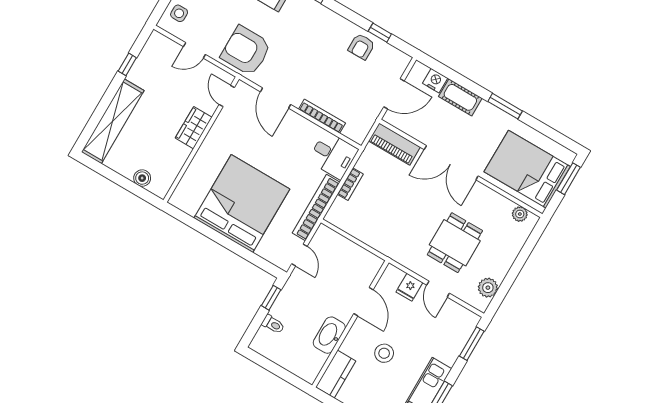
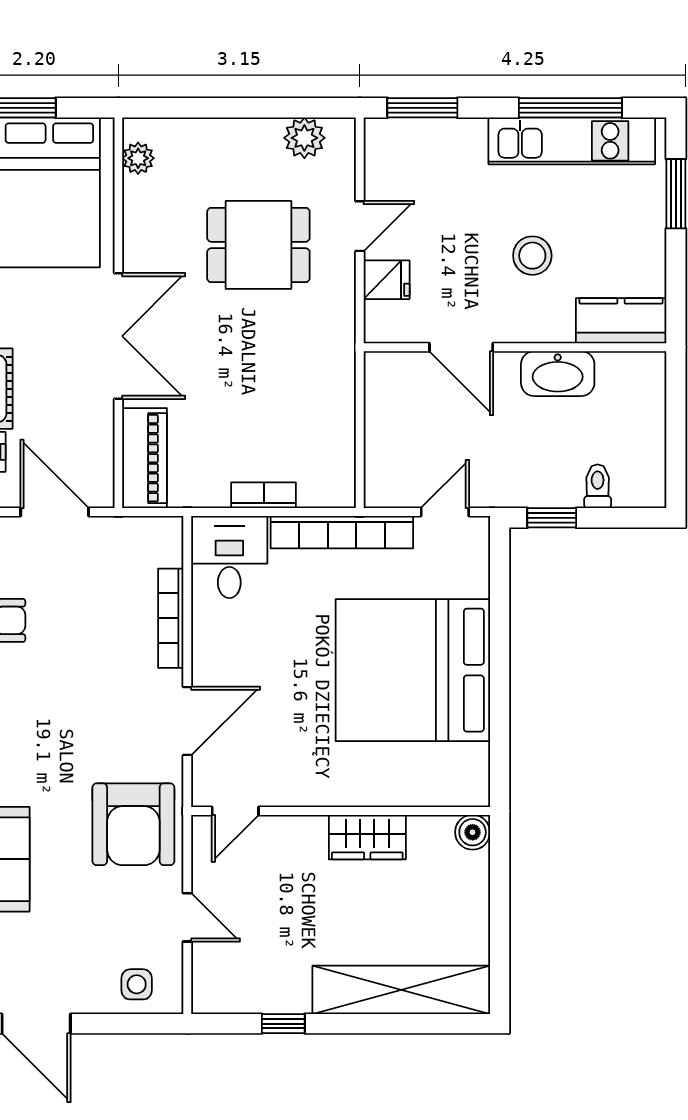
wardrobe: (194, 128) -> (367, 837), moved
boiler: (142, 178) -> (473, 832), moved
door: (363, 302) -> (461, 347), swing flipped

